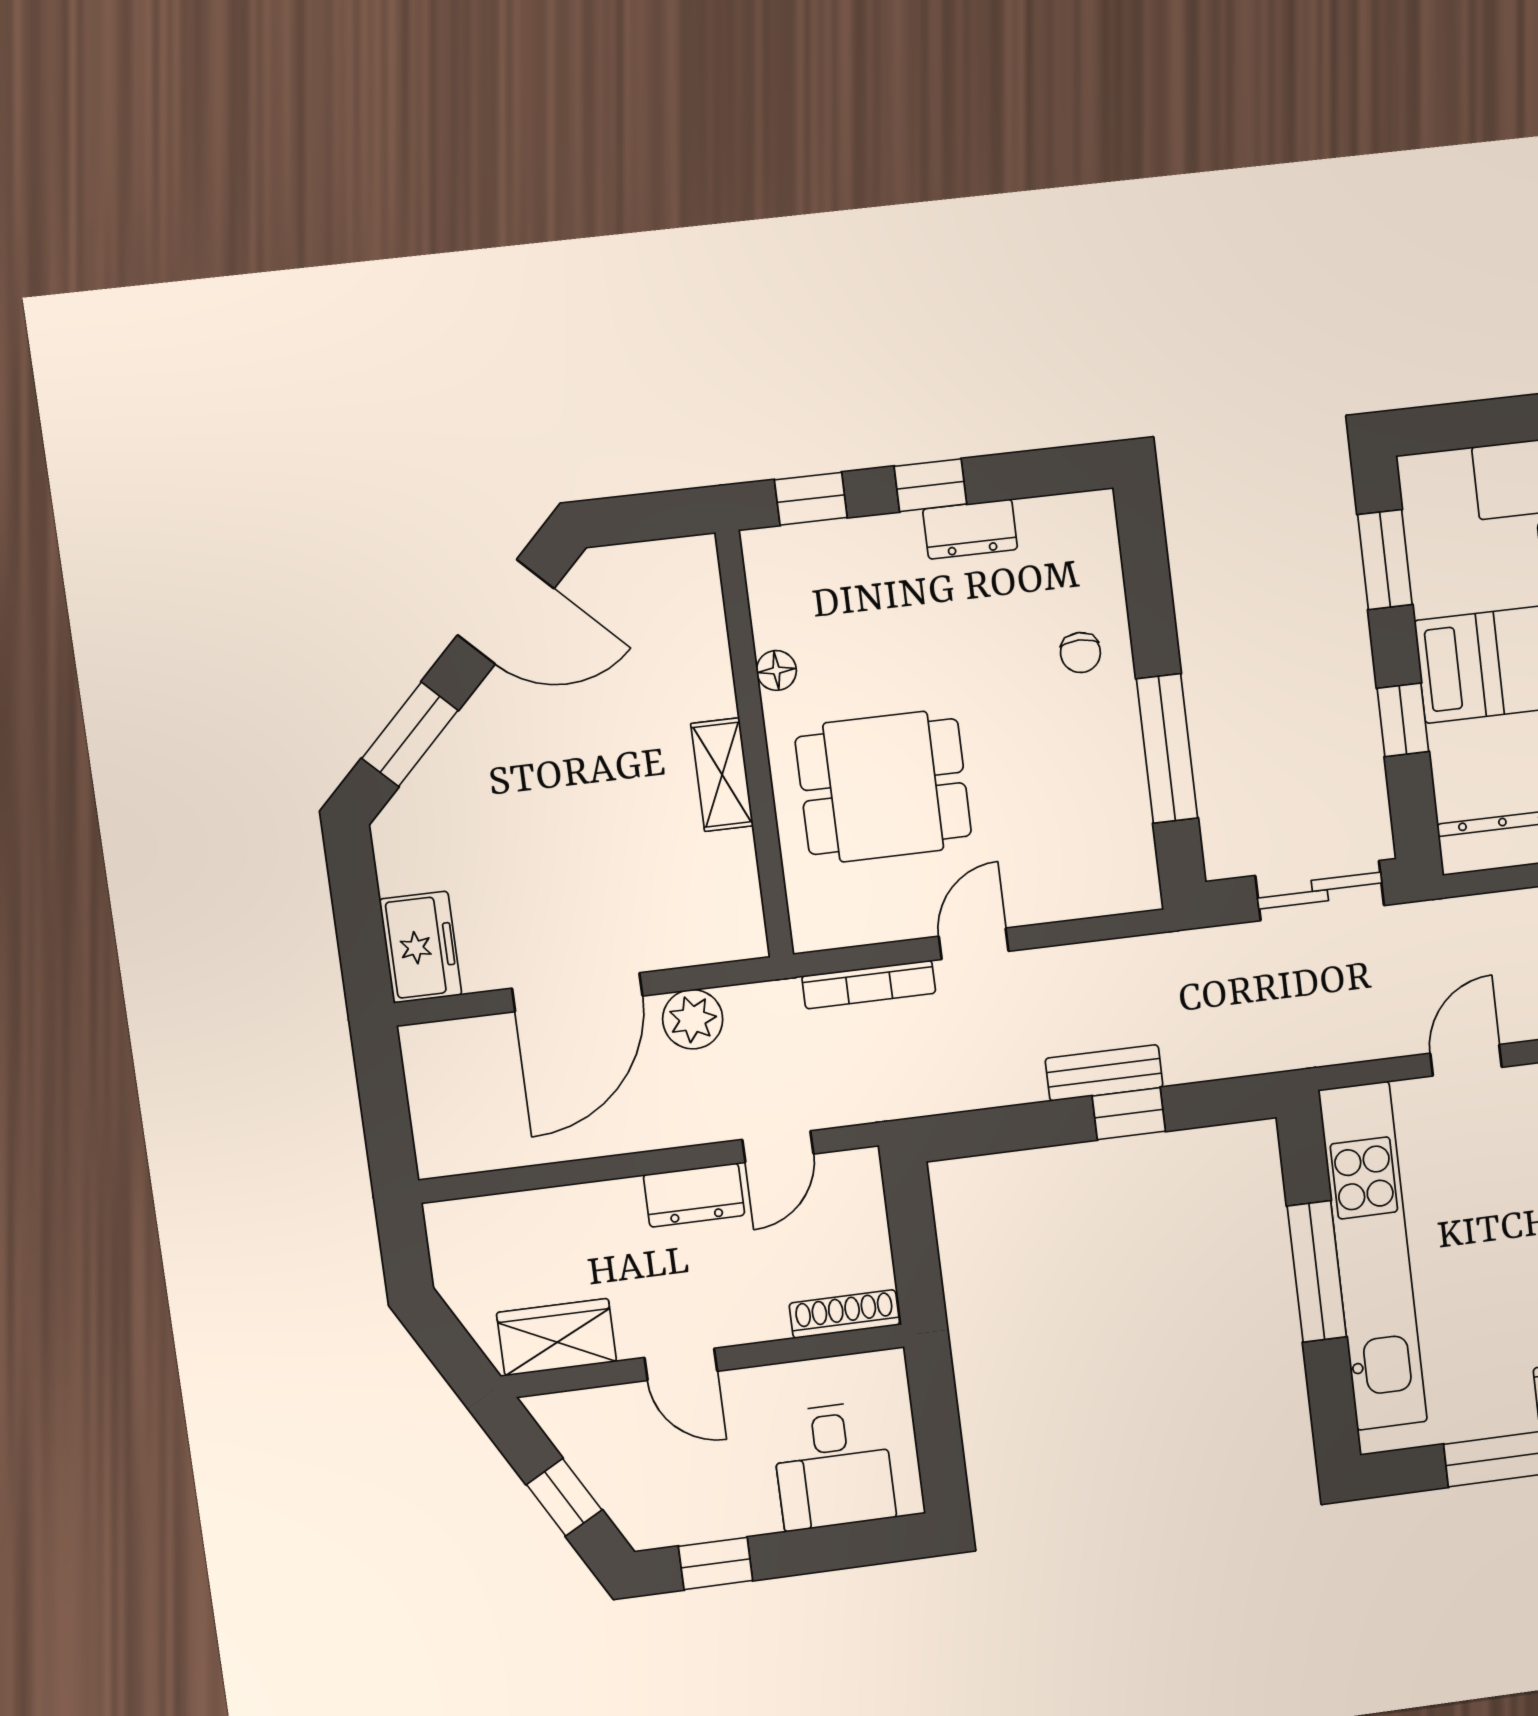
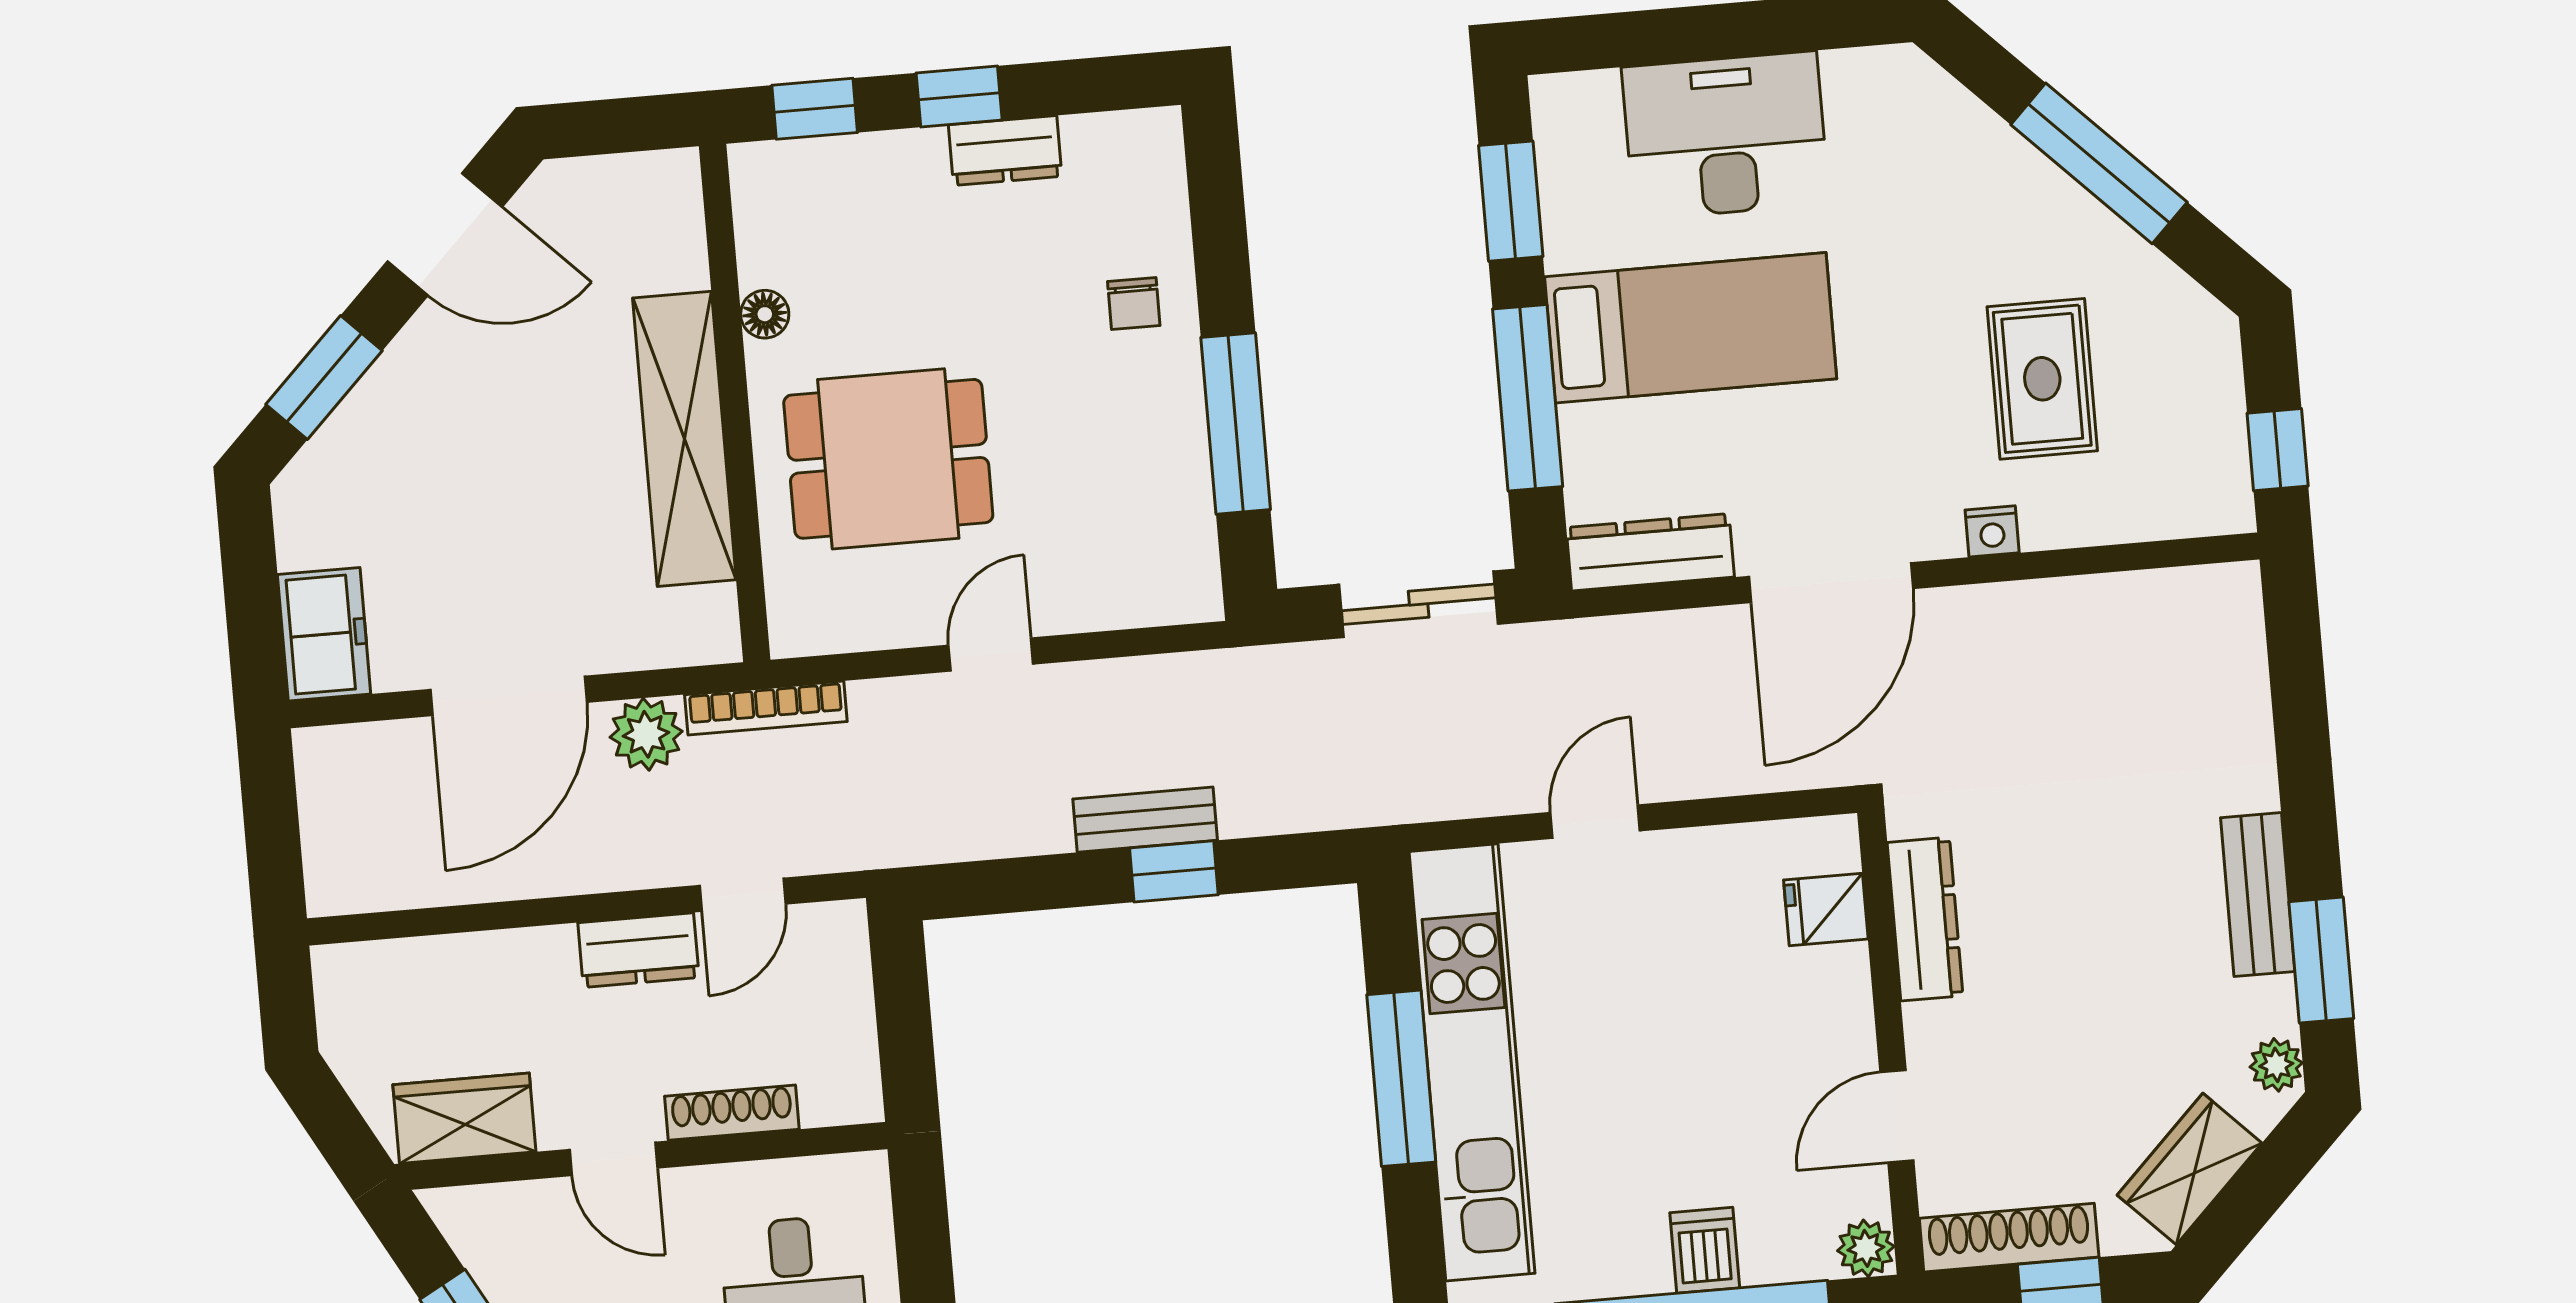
window: (1403, 720) -> (1528, 398), width x2.17
shelving: (722, 775) -> (684, 439), width x2.20, depth x1.33
bookcase: (869, 985) -> (766, 708), moved
shoe rack: (844, 1314) -> (732, 1113), moved

